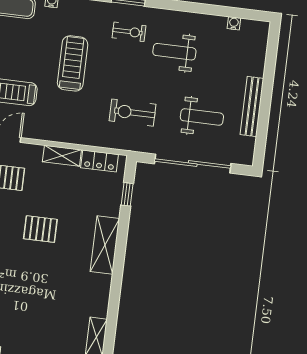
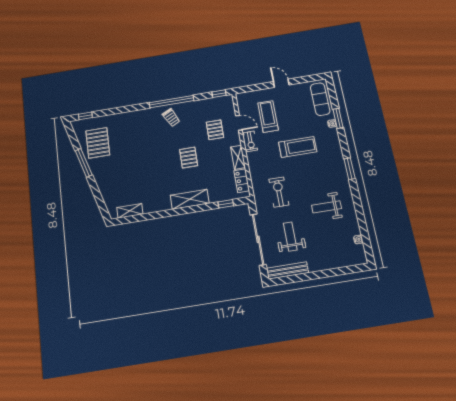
exercise bike: (129, 32) -> (250, 141), moved
weight bench: (174, 52) -> (326, 207), turned -90
bench: (252, 107) -> (287, 271), moved
weight bench: (202, 117) -> (290, 237), turned 180

